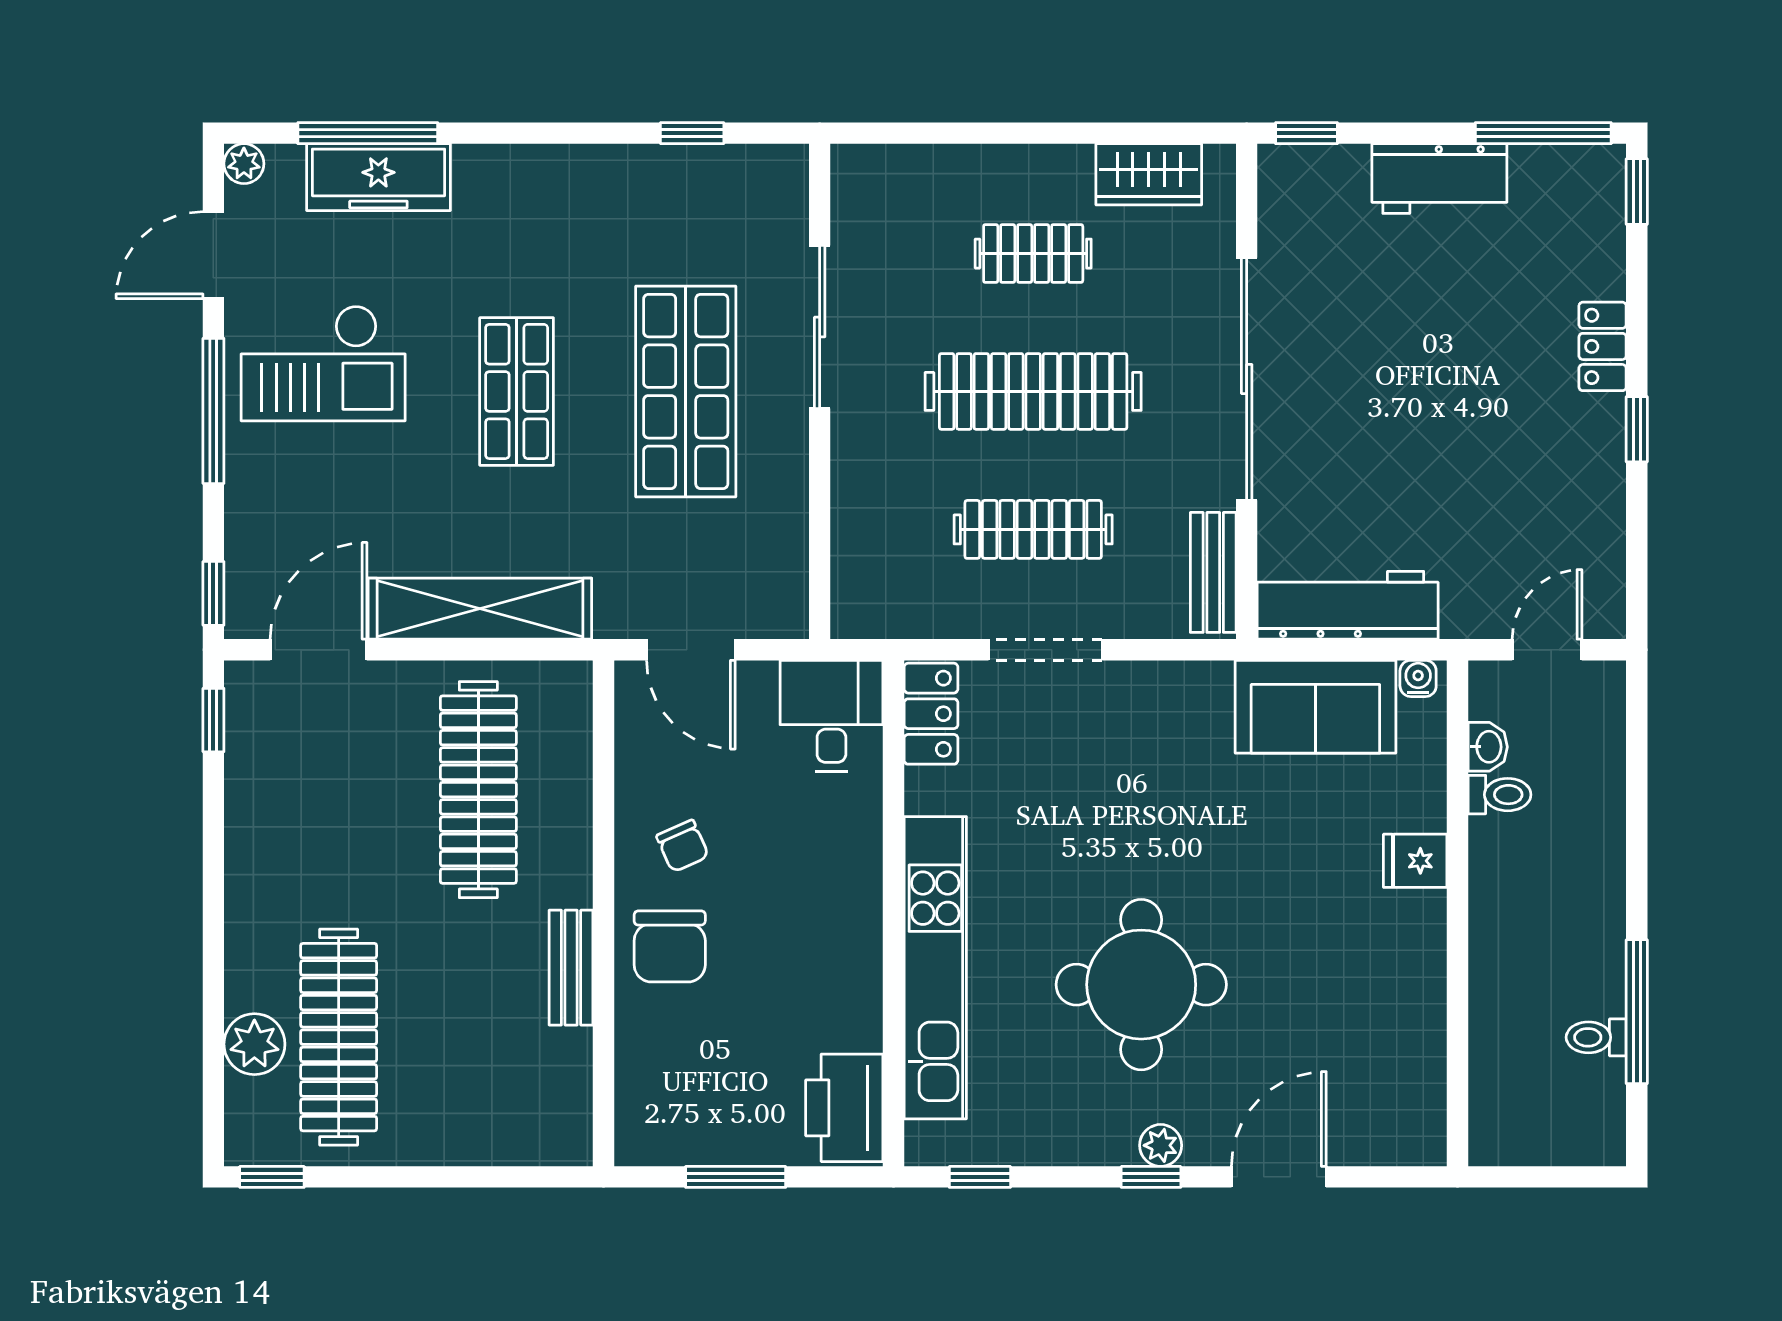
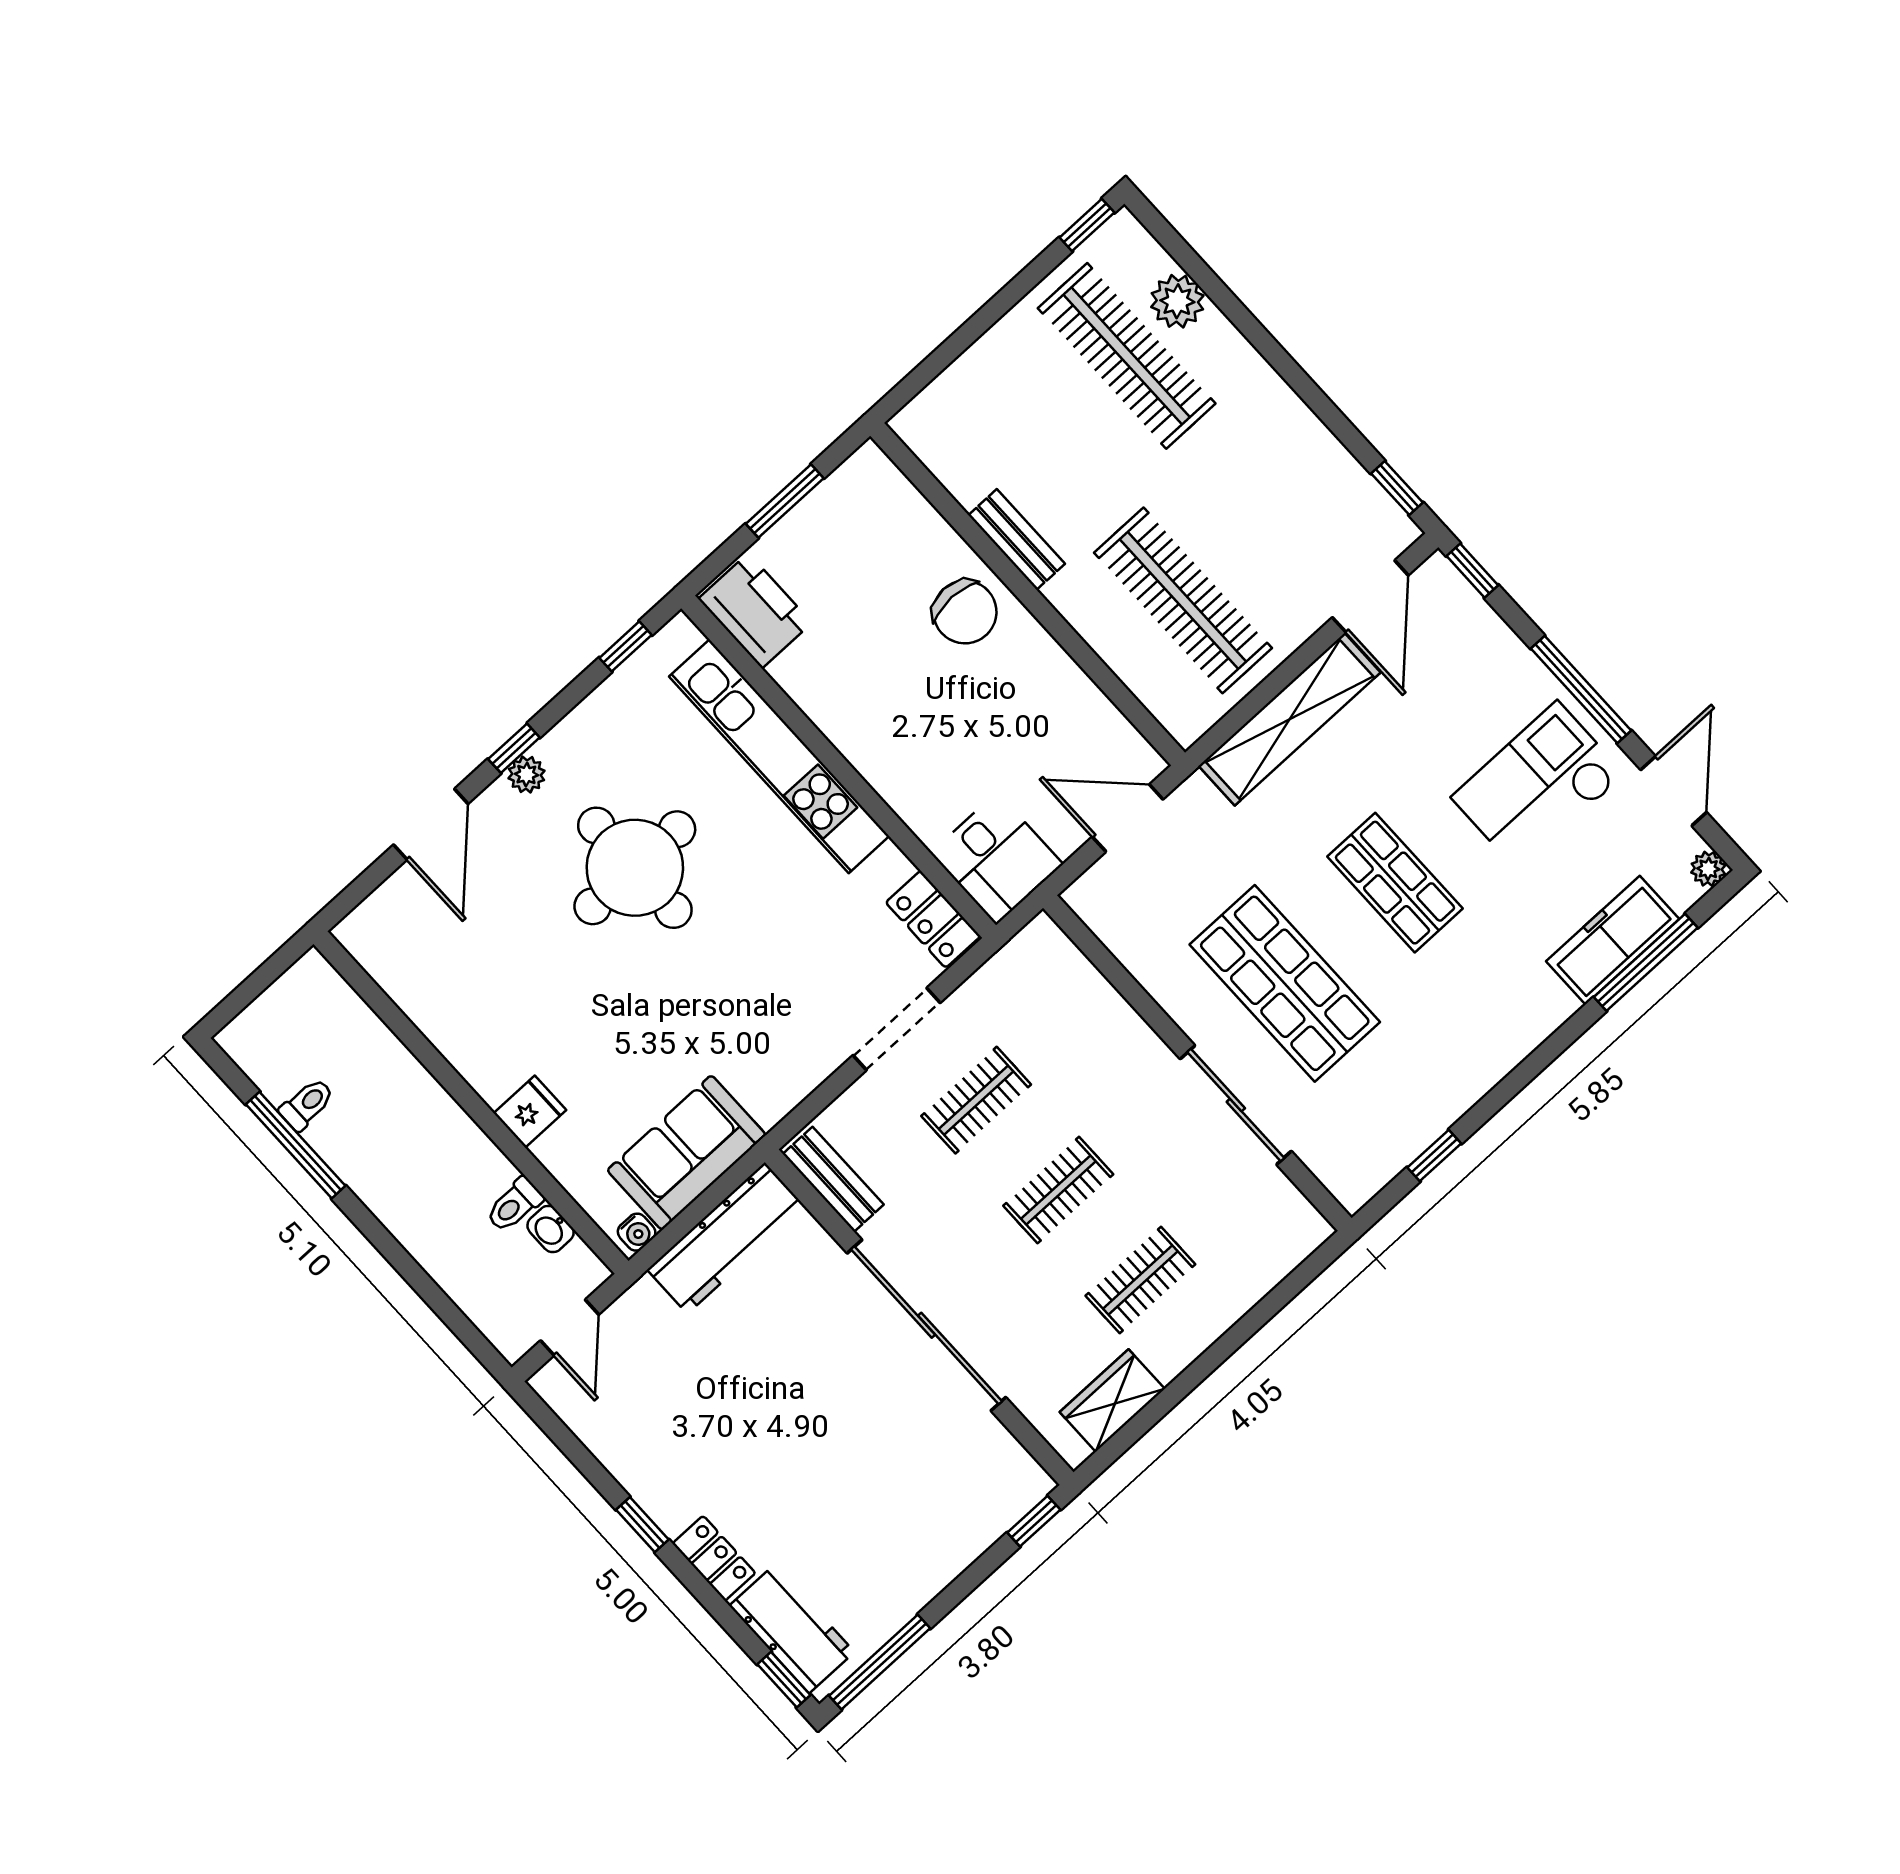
workbench: (1439, 179) -> (792, 1629), moved, turned 90
clothes rail: (1033, 391) -> (1058, 1190), width x0.54, depth x0.76
clothes rail: (1033, 529) -> (976, 1100), width x0.73
chair: (683, 846) -> (1016, 685), removed
chair: (670, 946) -> (965, 612), turned 180

